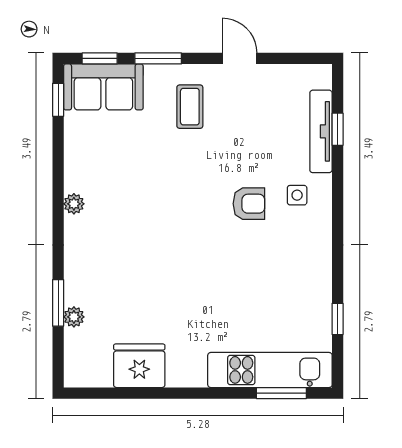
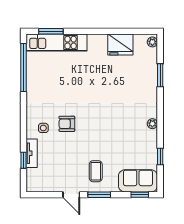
window: (158, 58) -> (99, 195), moved
window: (58, 100) -> (160, 156), moved
tv unit: (321, 131) -> (32, 153), width x0.71
plant: (74, 317) -> (152, 42), moved
window: (338, 319) -> (23, 67), width x3.17

